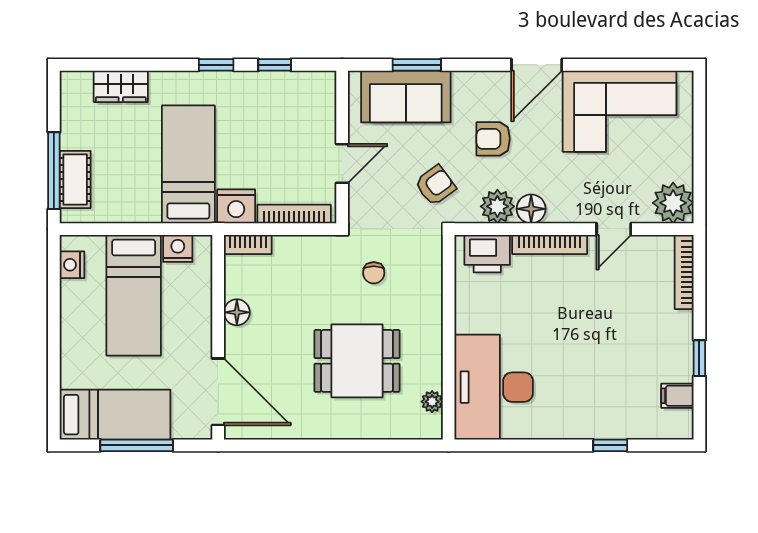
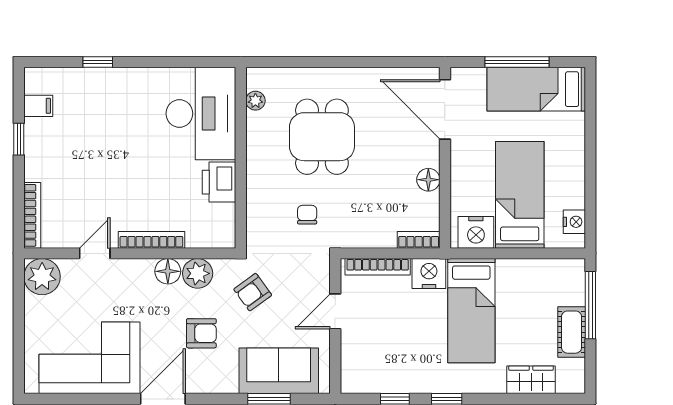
cot: (75, 179) -> (572, 332), moved
nightstand: (178, 248) -> (476, 232), width x1.36, depth x1.33
printer: (487, 254) -> (219, 182), moved, turned -90
dining table: (357, 361) -> (322, 137), turned 90

